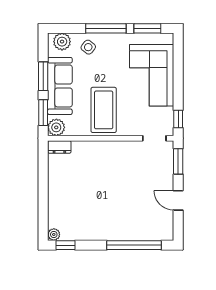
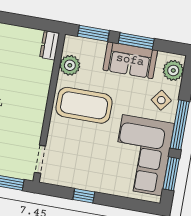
corner sofa: (152, 75) -> (142, 155), moved, turned -90
sofa: (60, 86) -> (130, 60), width x0.73
window: (178, 119) -> (84, 196), moved
plant: (56, 127) -> (70, 65), moved

